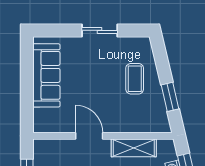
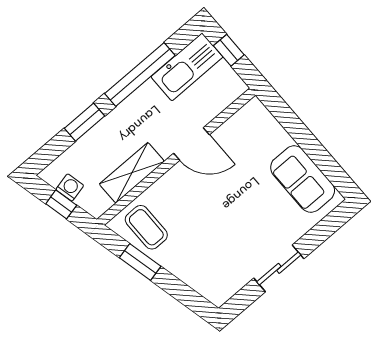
sofa: (46, 75) -> (303, 179), width x0.73
coffee table: (135, 79) -> (146, 227), moved

